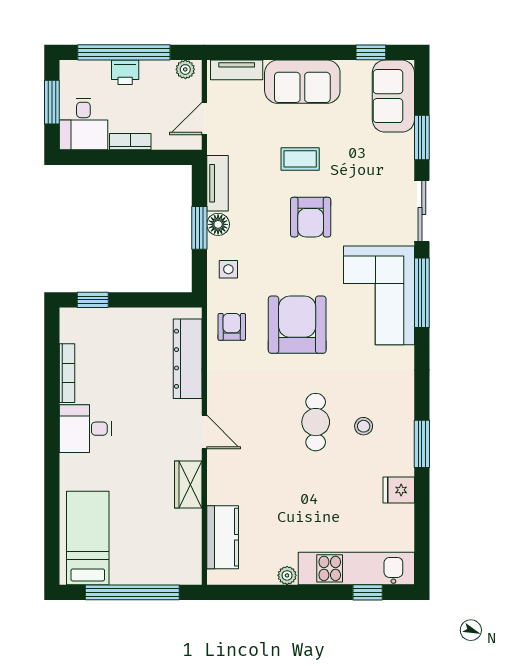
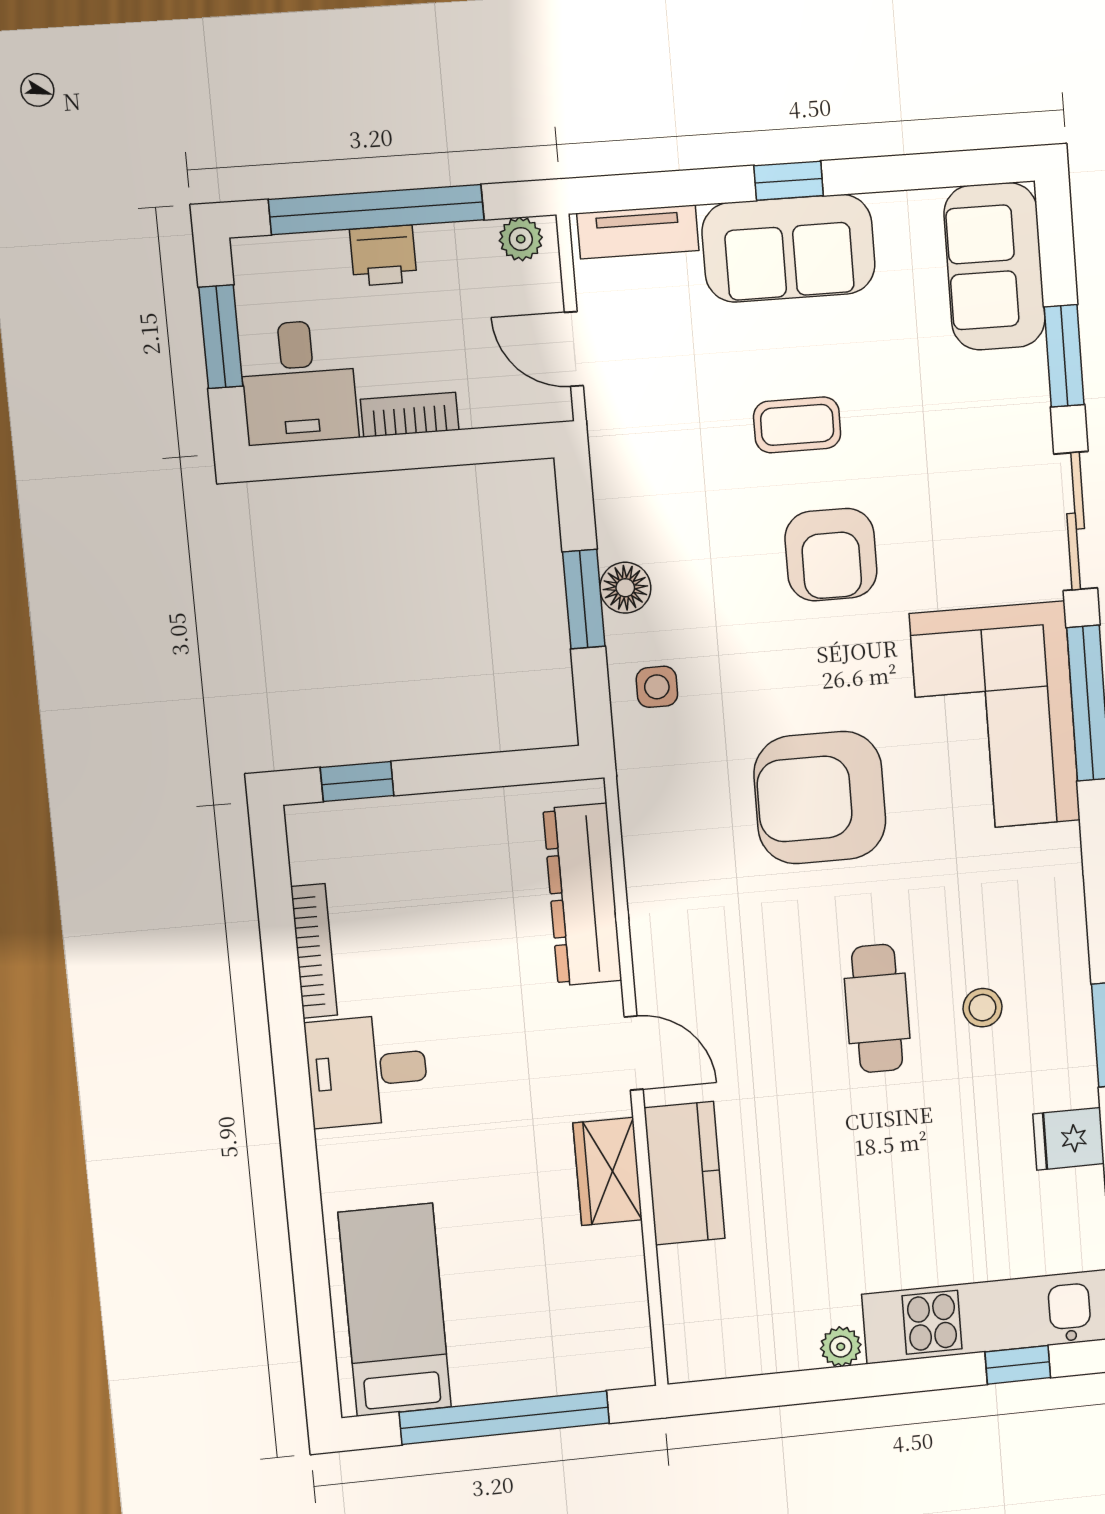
window: (371, 52) -> (789, 181), moved
door: (204, 119) -> (574, 349), hinge flipped
tv unit: (217, 183) -> (616, 495), removed
armchair: (297, 325) -> (820, 798), turned -90
armchair: (232, 327) -> (675, 815), removed
kitchen counter: (223, 537) -> (684, 1173), moved

